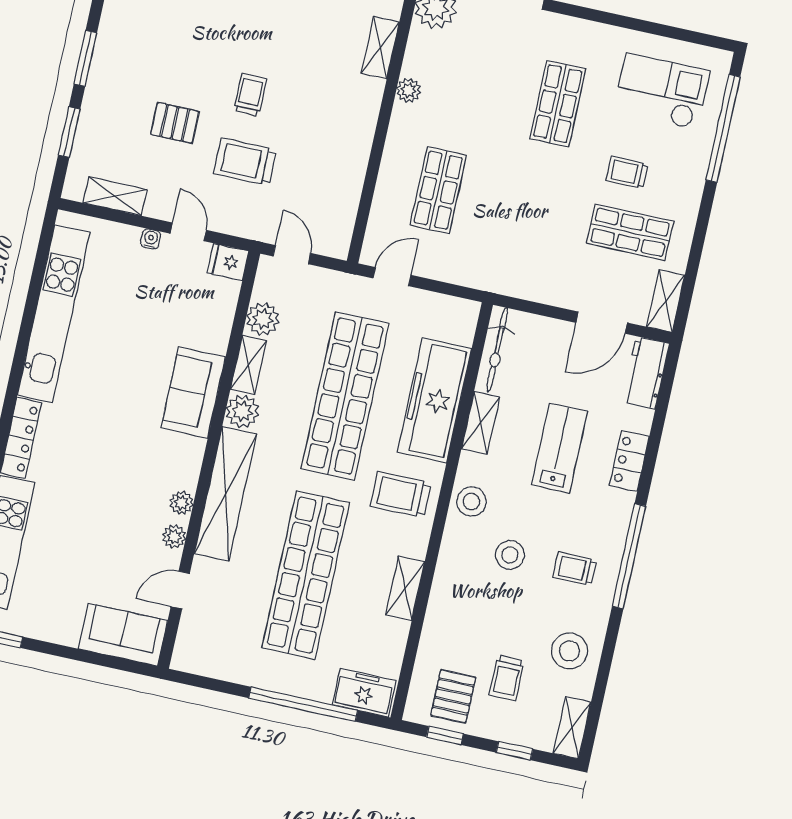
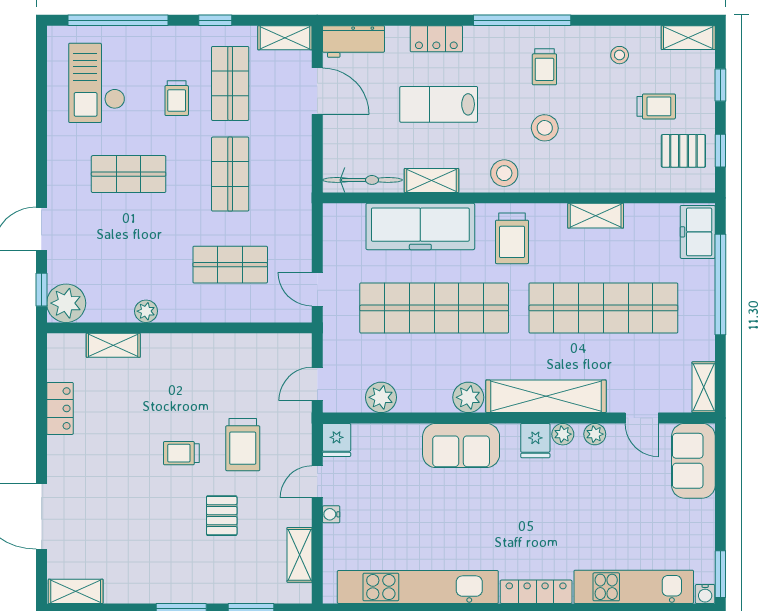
shop shelf: (534, 211) -> (230, 174), added
window: (700, 231) -> (215, 20), added
shelving: (248, 365) -> (704, 387), moved, turned 90
fridge: (181, 472) -> (535, 441), added
stool: (570, 651) -> (620, 55), width x0.53, depth x0.53

